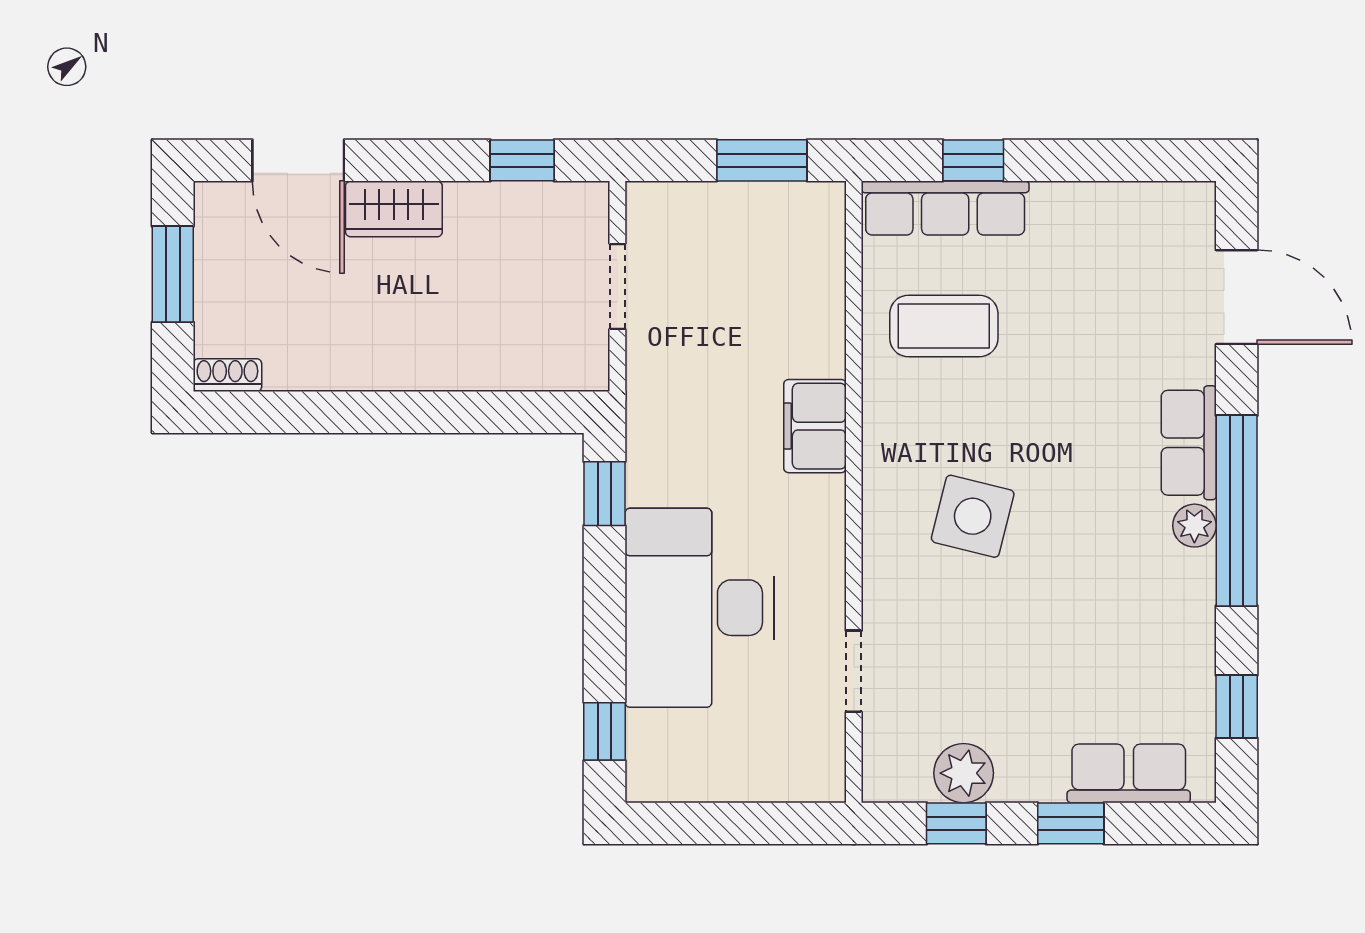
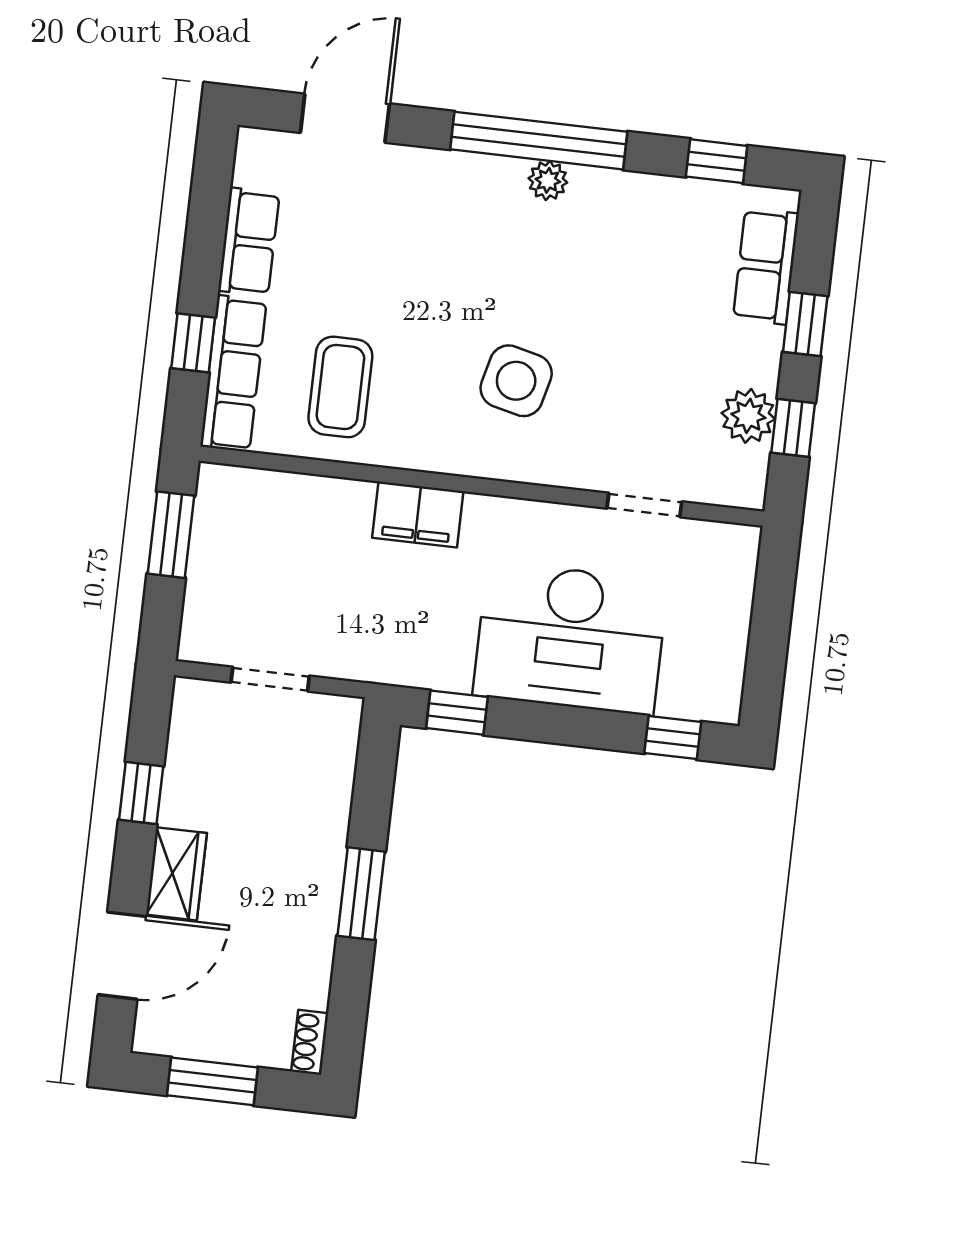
window: (522, 160) -> (141, 793), moved
window: (396, 412) -> (361, 894), added
row of seats: (1189, 443) -> (249, 242), moved, turned -90

